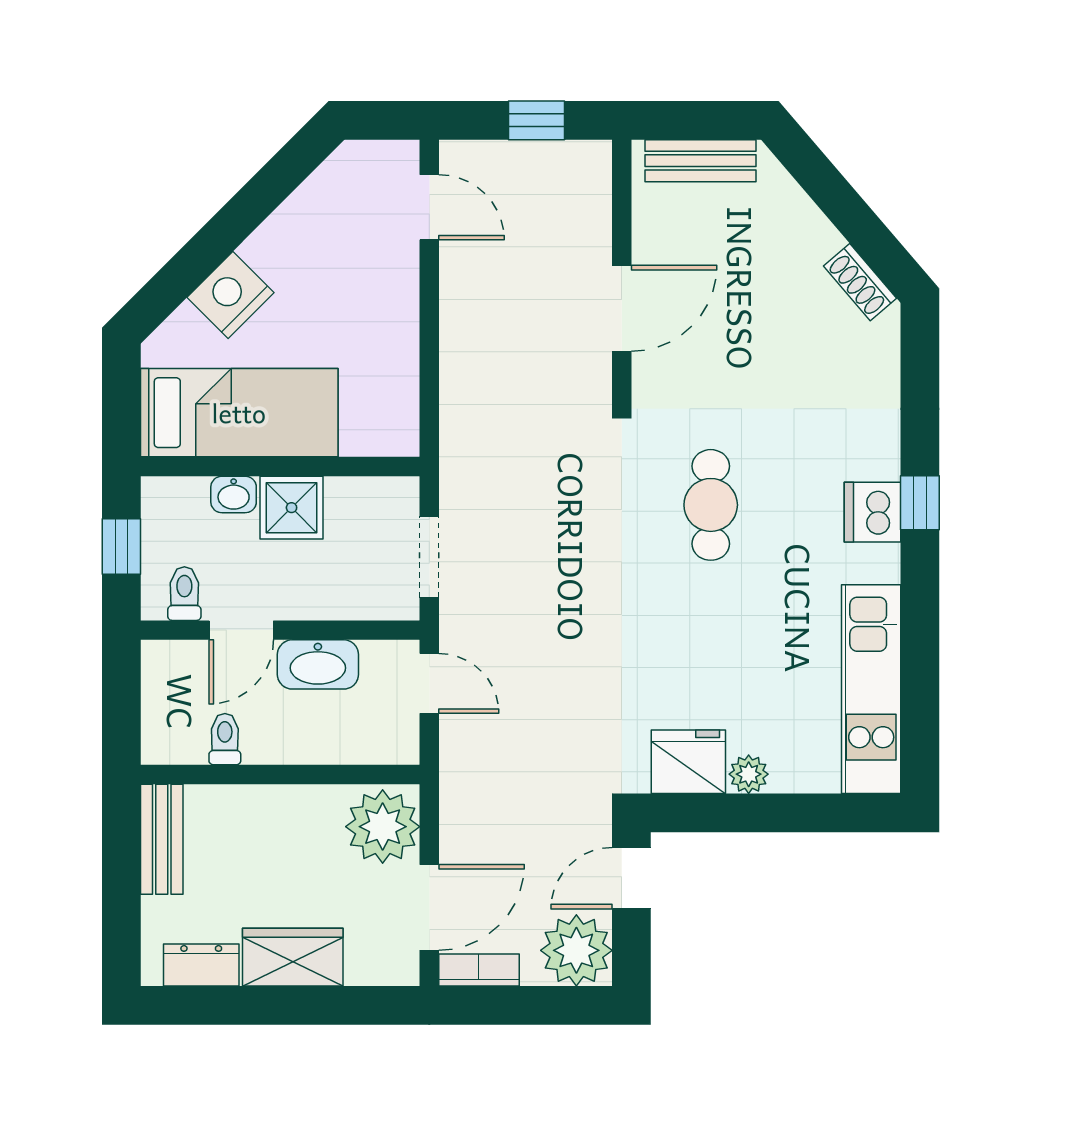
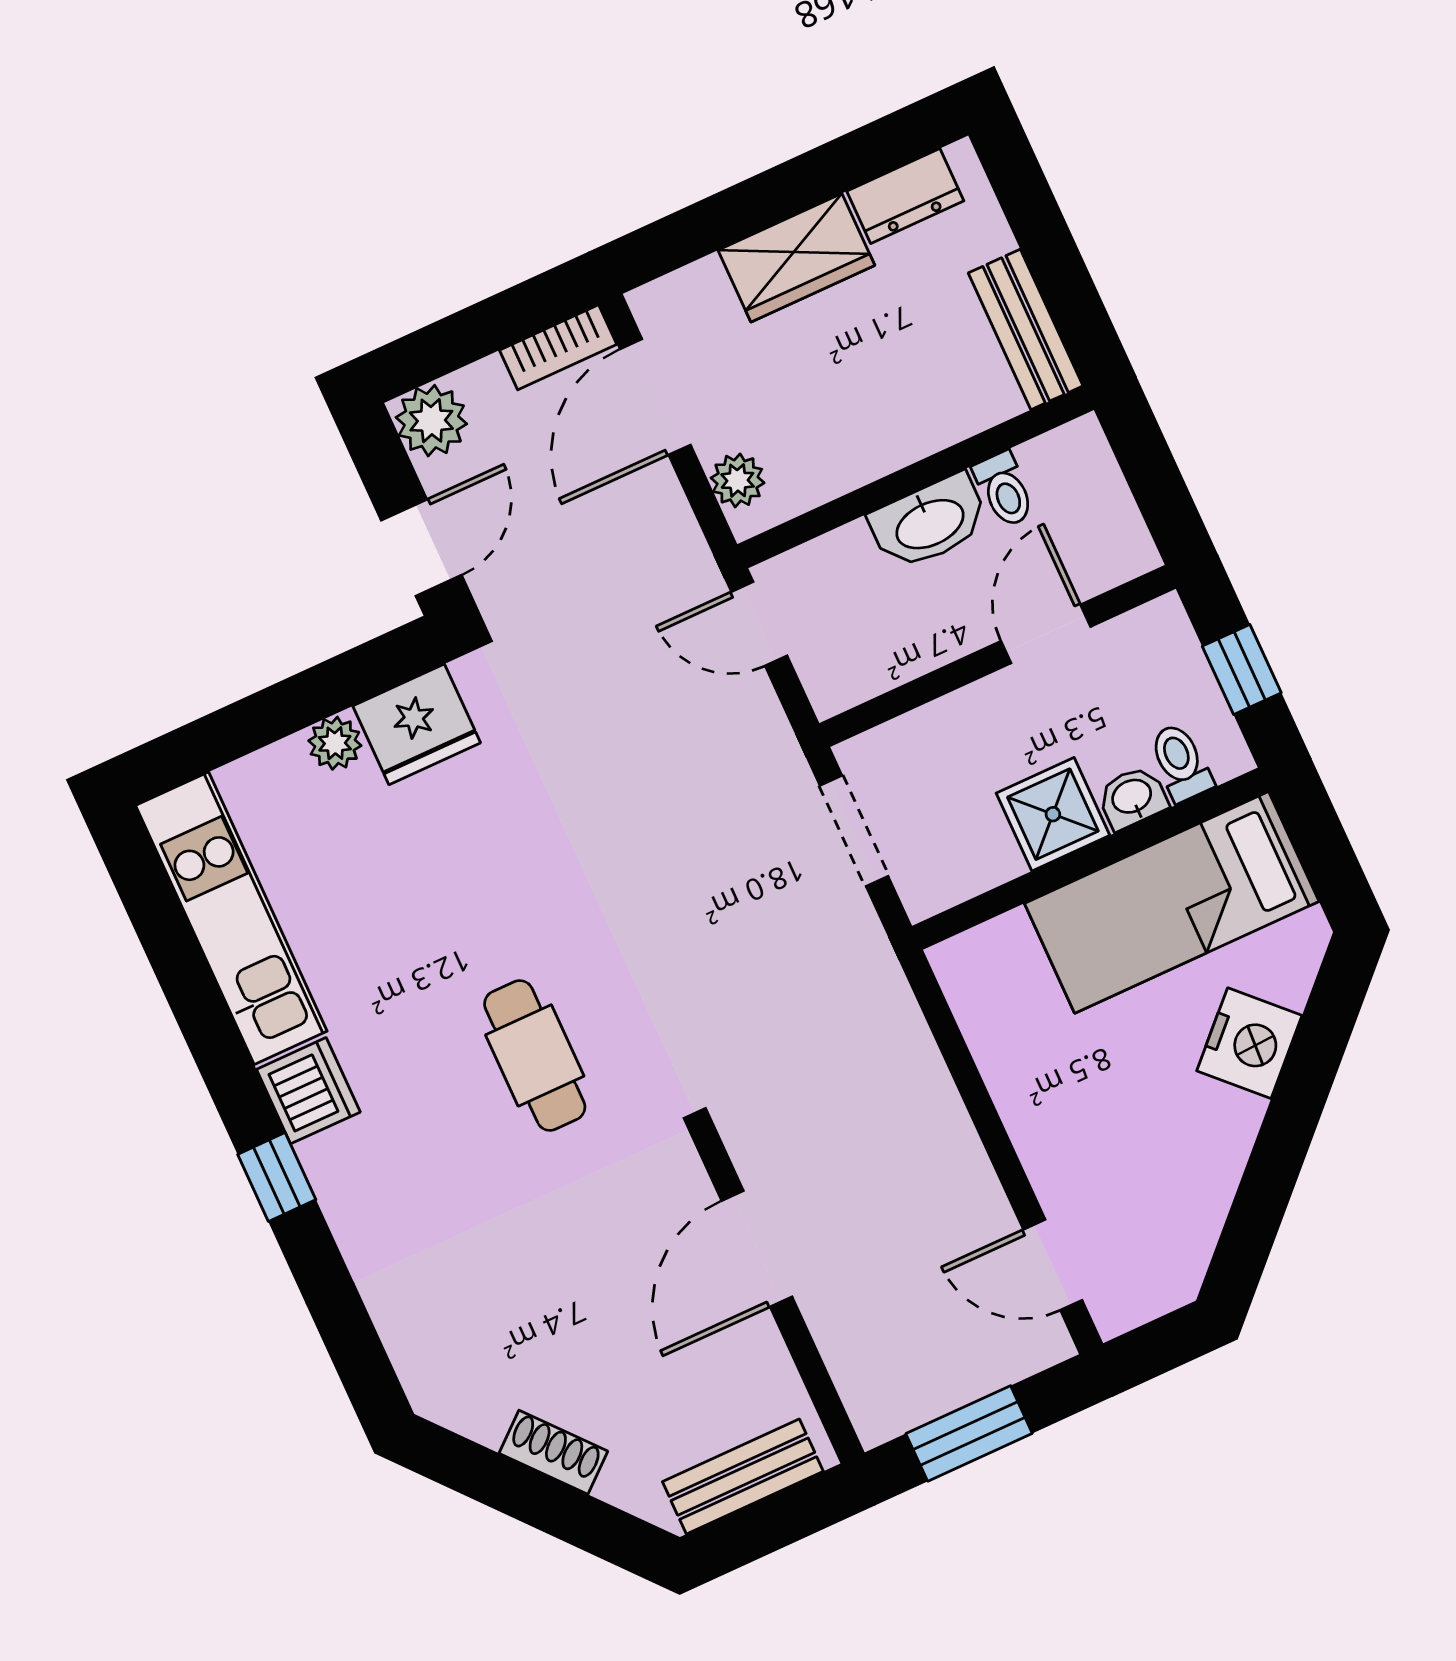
window: (537, 120) -> (969, 1433), width x1.50
shoe rack: (860, 282) -> (553, 1452), moved
dishwasher: (872, 512) -> (308, 1091), moved
toilet: (184, 594) -> (1181, 763), moved, turned 180
washbasin: (318, 664) -> (929, 522), moved, turned 180
door: (429, 683) -> (759, 624), moved
plant: (383, 827) -> (738, 480), width x0.53, depth x0.53
plant: (576, 950) -> (431, 421), width x0.73, depth x0.73

